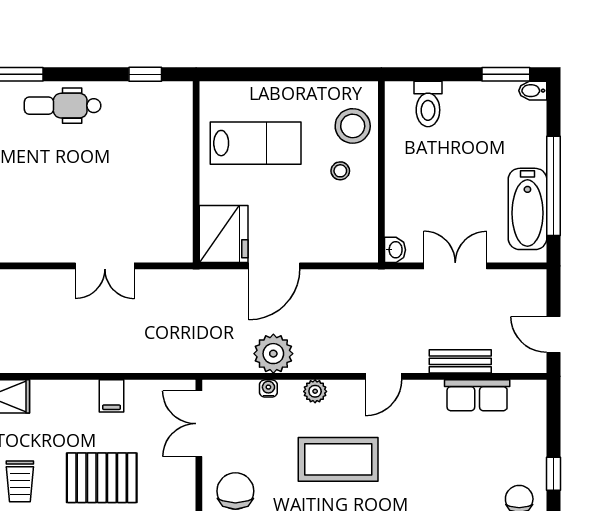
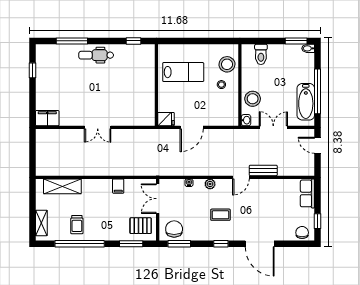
stool: (409, 202) -> (253, 99), added
fridge: (224, 234) -> (166, 119), width x0.53, depth x0.75
double door: (105, 266) -> (98, 127), moved
door: (554, 335) -> (318, 145), moved
plant: (273, 354) -> (191, 167), removed
bench: (460, 361) -> (263, 170), moved
row of seats: (477, 395) -> (307, 193), moved, turned 90
coffee table: (338, 459) -> (220, 215), width x0.54, depth x0.58
pallet: (102, 478) -> (141, 226), moved, width x0.67, depth x0.71

